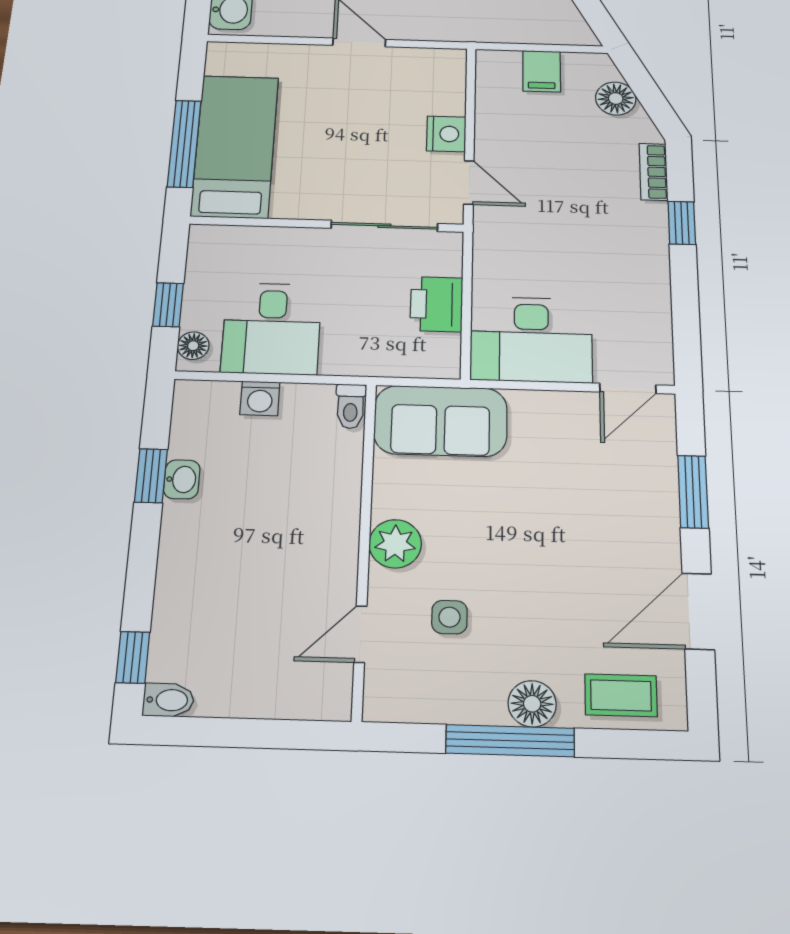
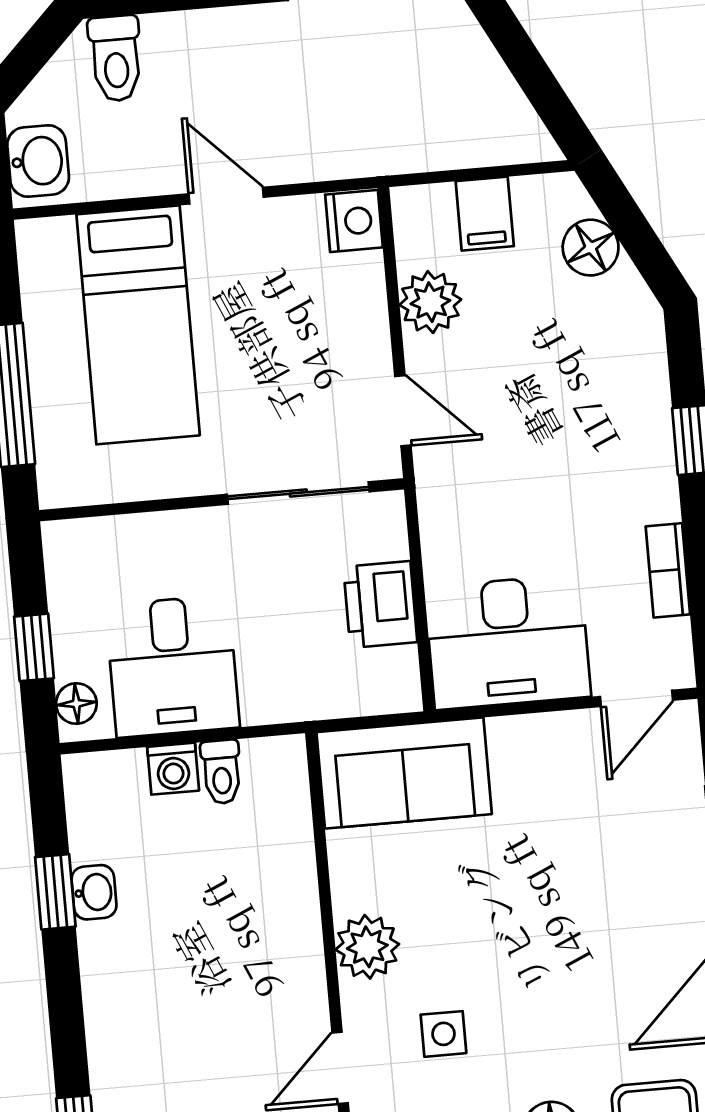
plant: (497, 119) -> (430, 302), added
nightstand: (446, 134) -> (354, 221), moved
bed: (235, 146) -> (138, 325), moved, turned 180
bookcase: (653, 172) -> (668, 570), moved
toilet: (351, 406) -> (221, 772), moved

